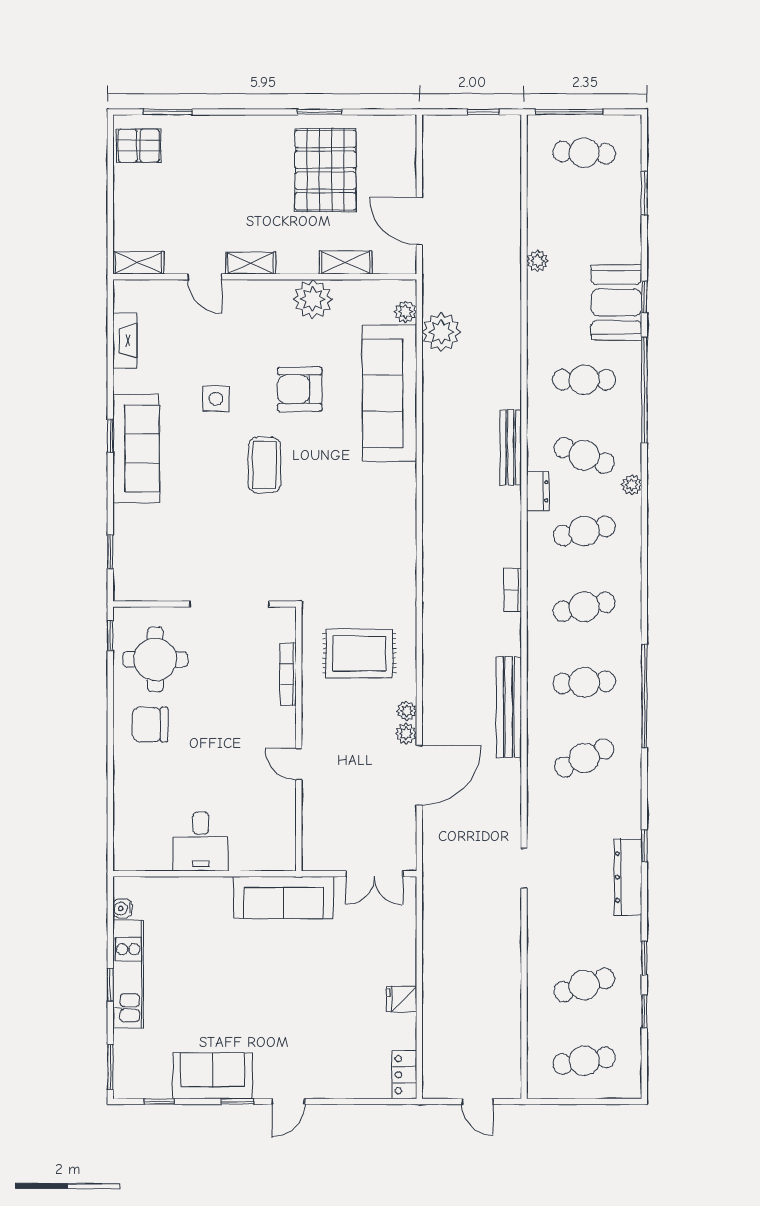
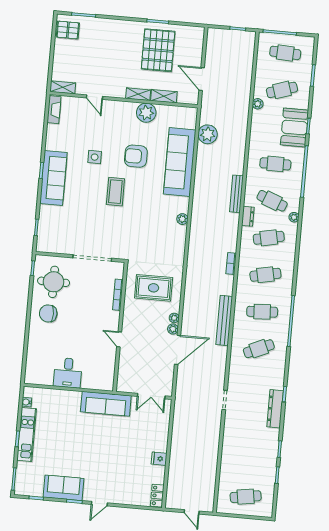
shelving: (251, 263) -> (138, 94), moved
plant: (405, 312) -> (182, 219), moved
fireplace: (125, 341) -> (54, 110), moved
cafe table: (584, 985) -> (282, 90), moved

